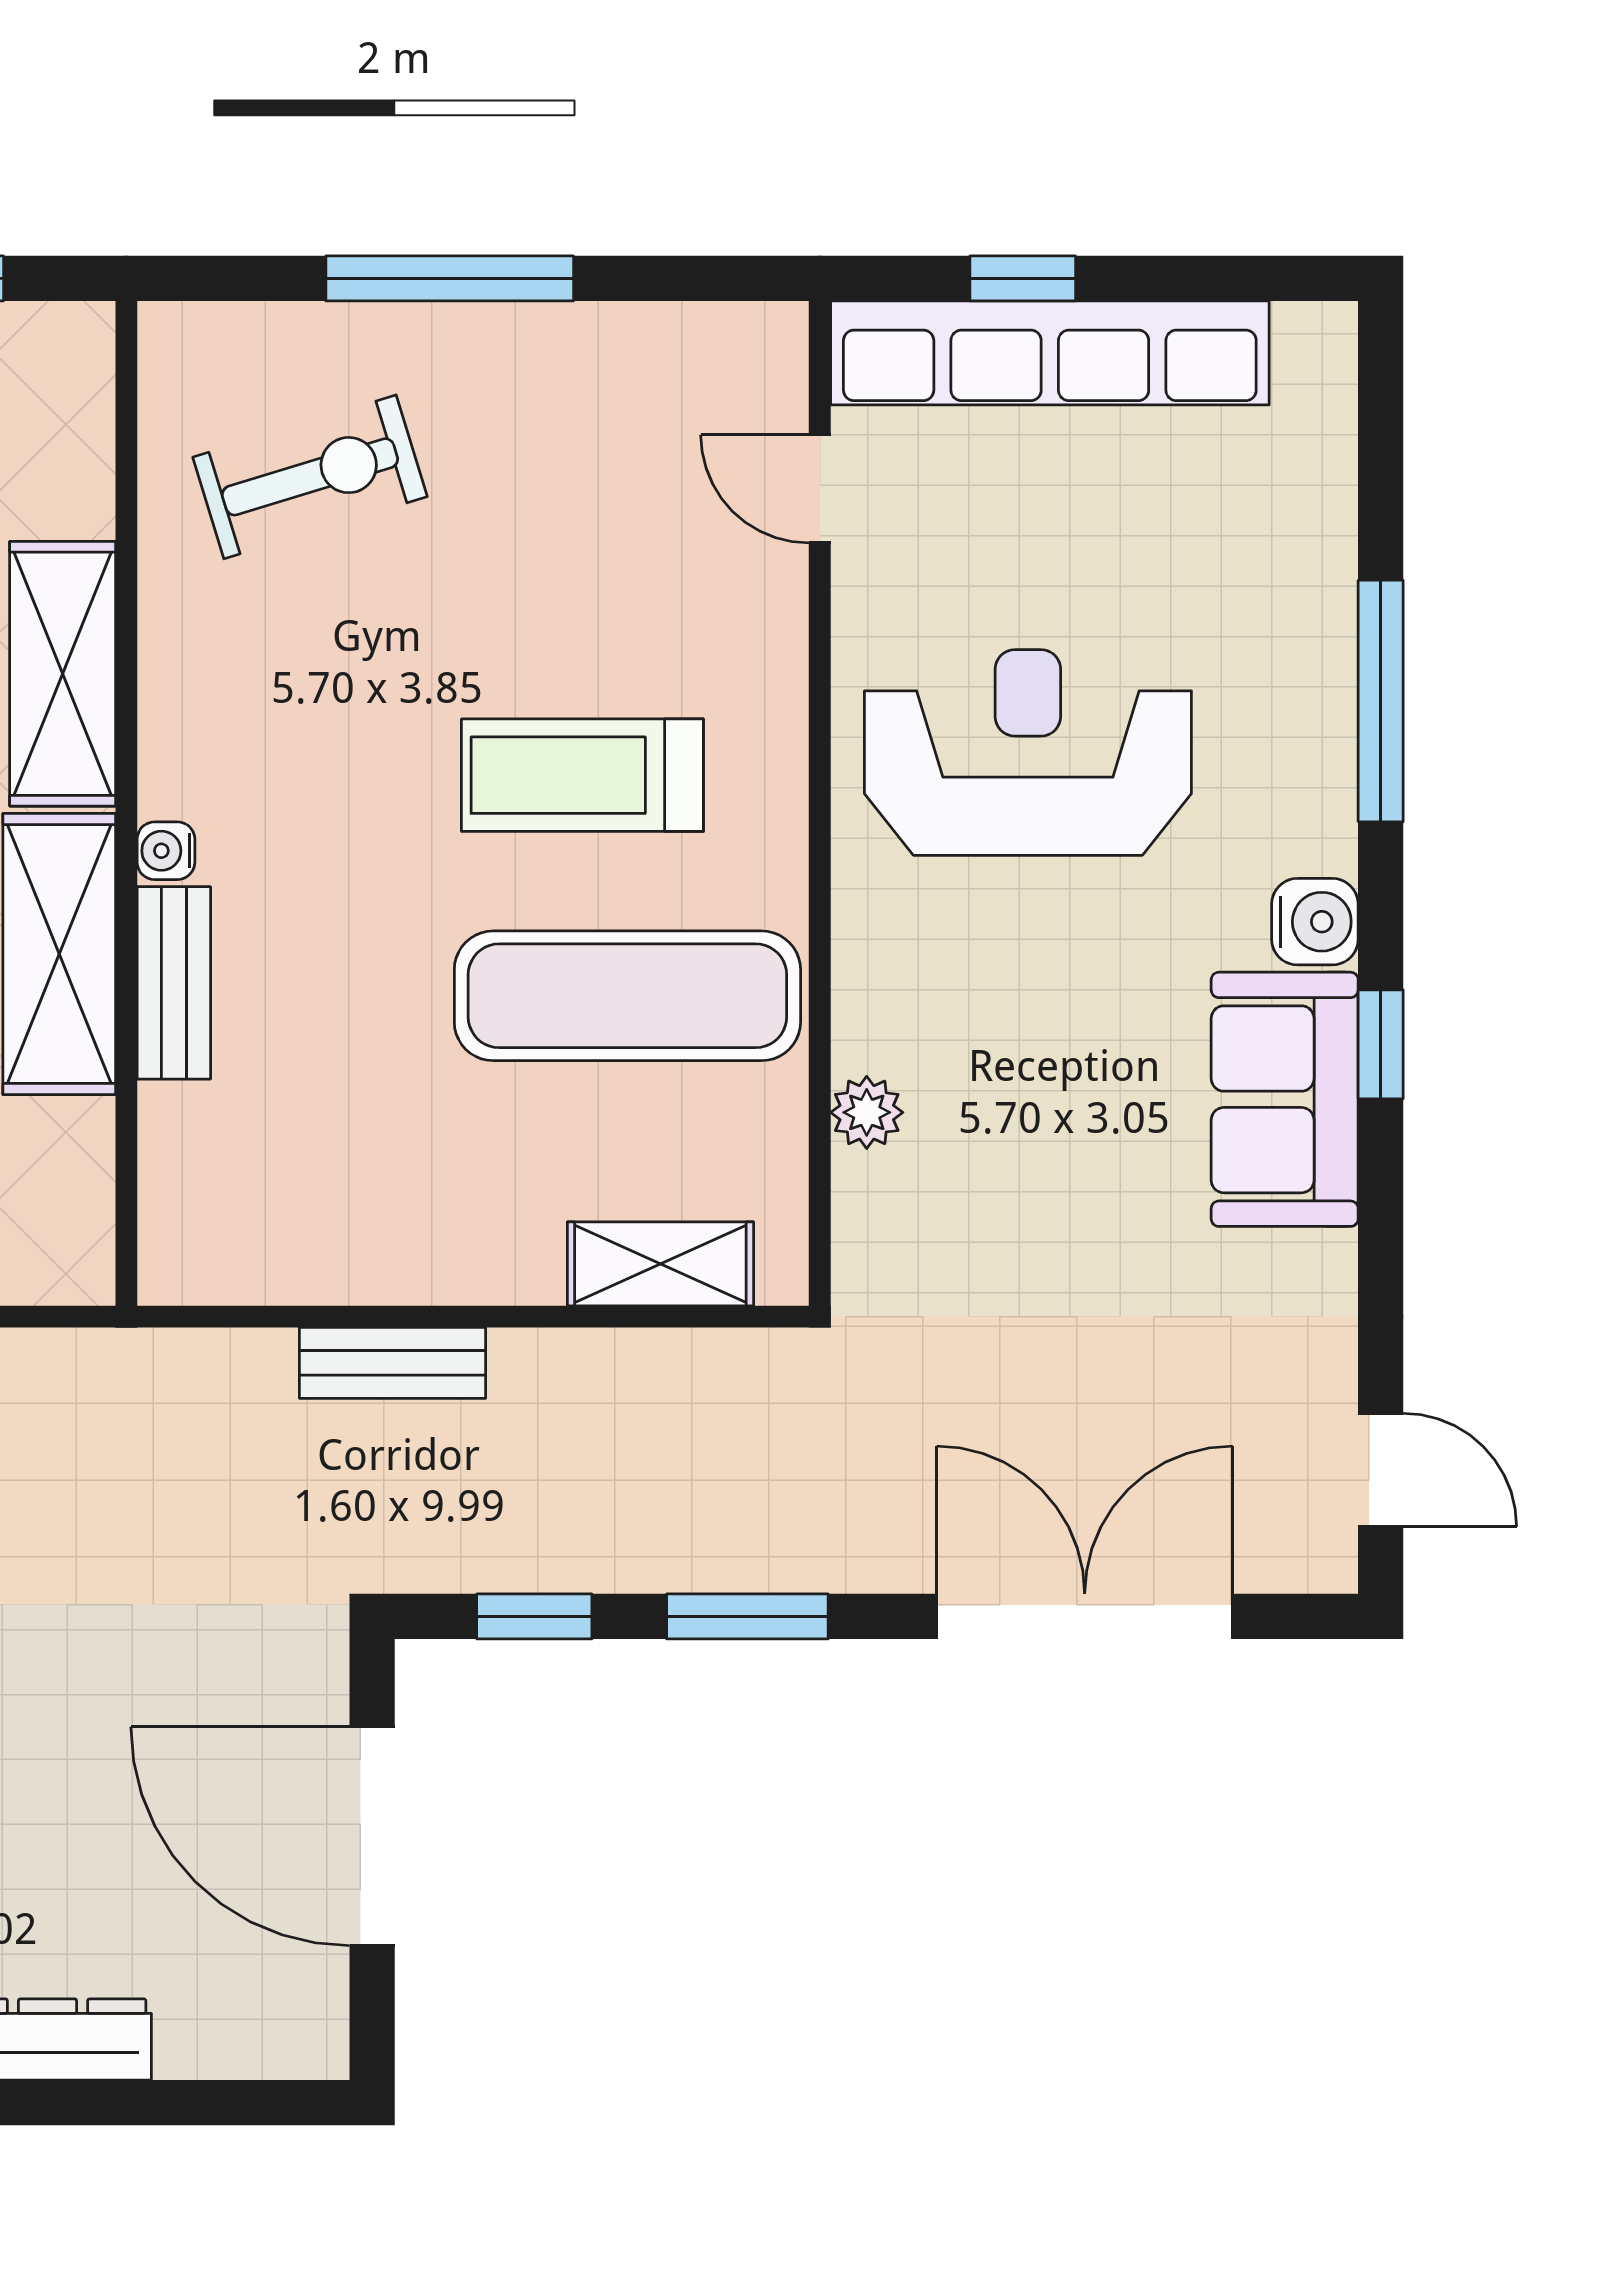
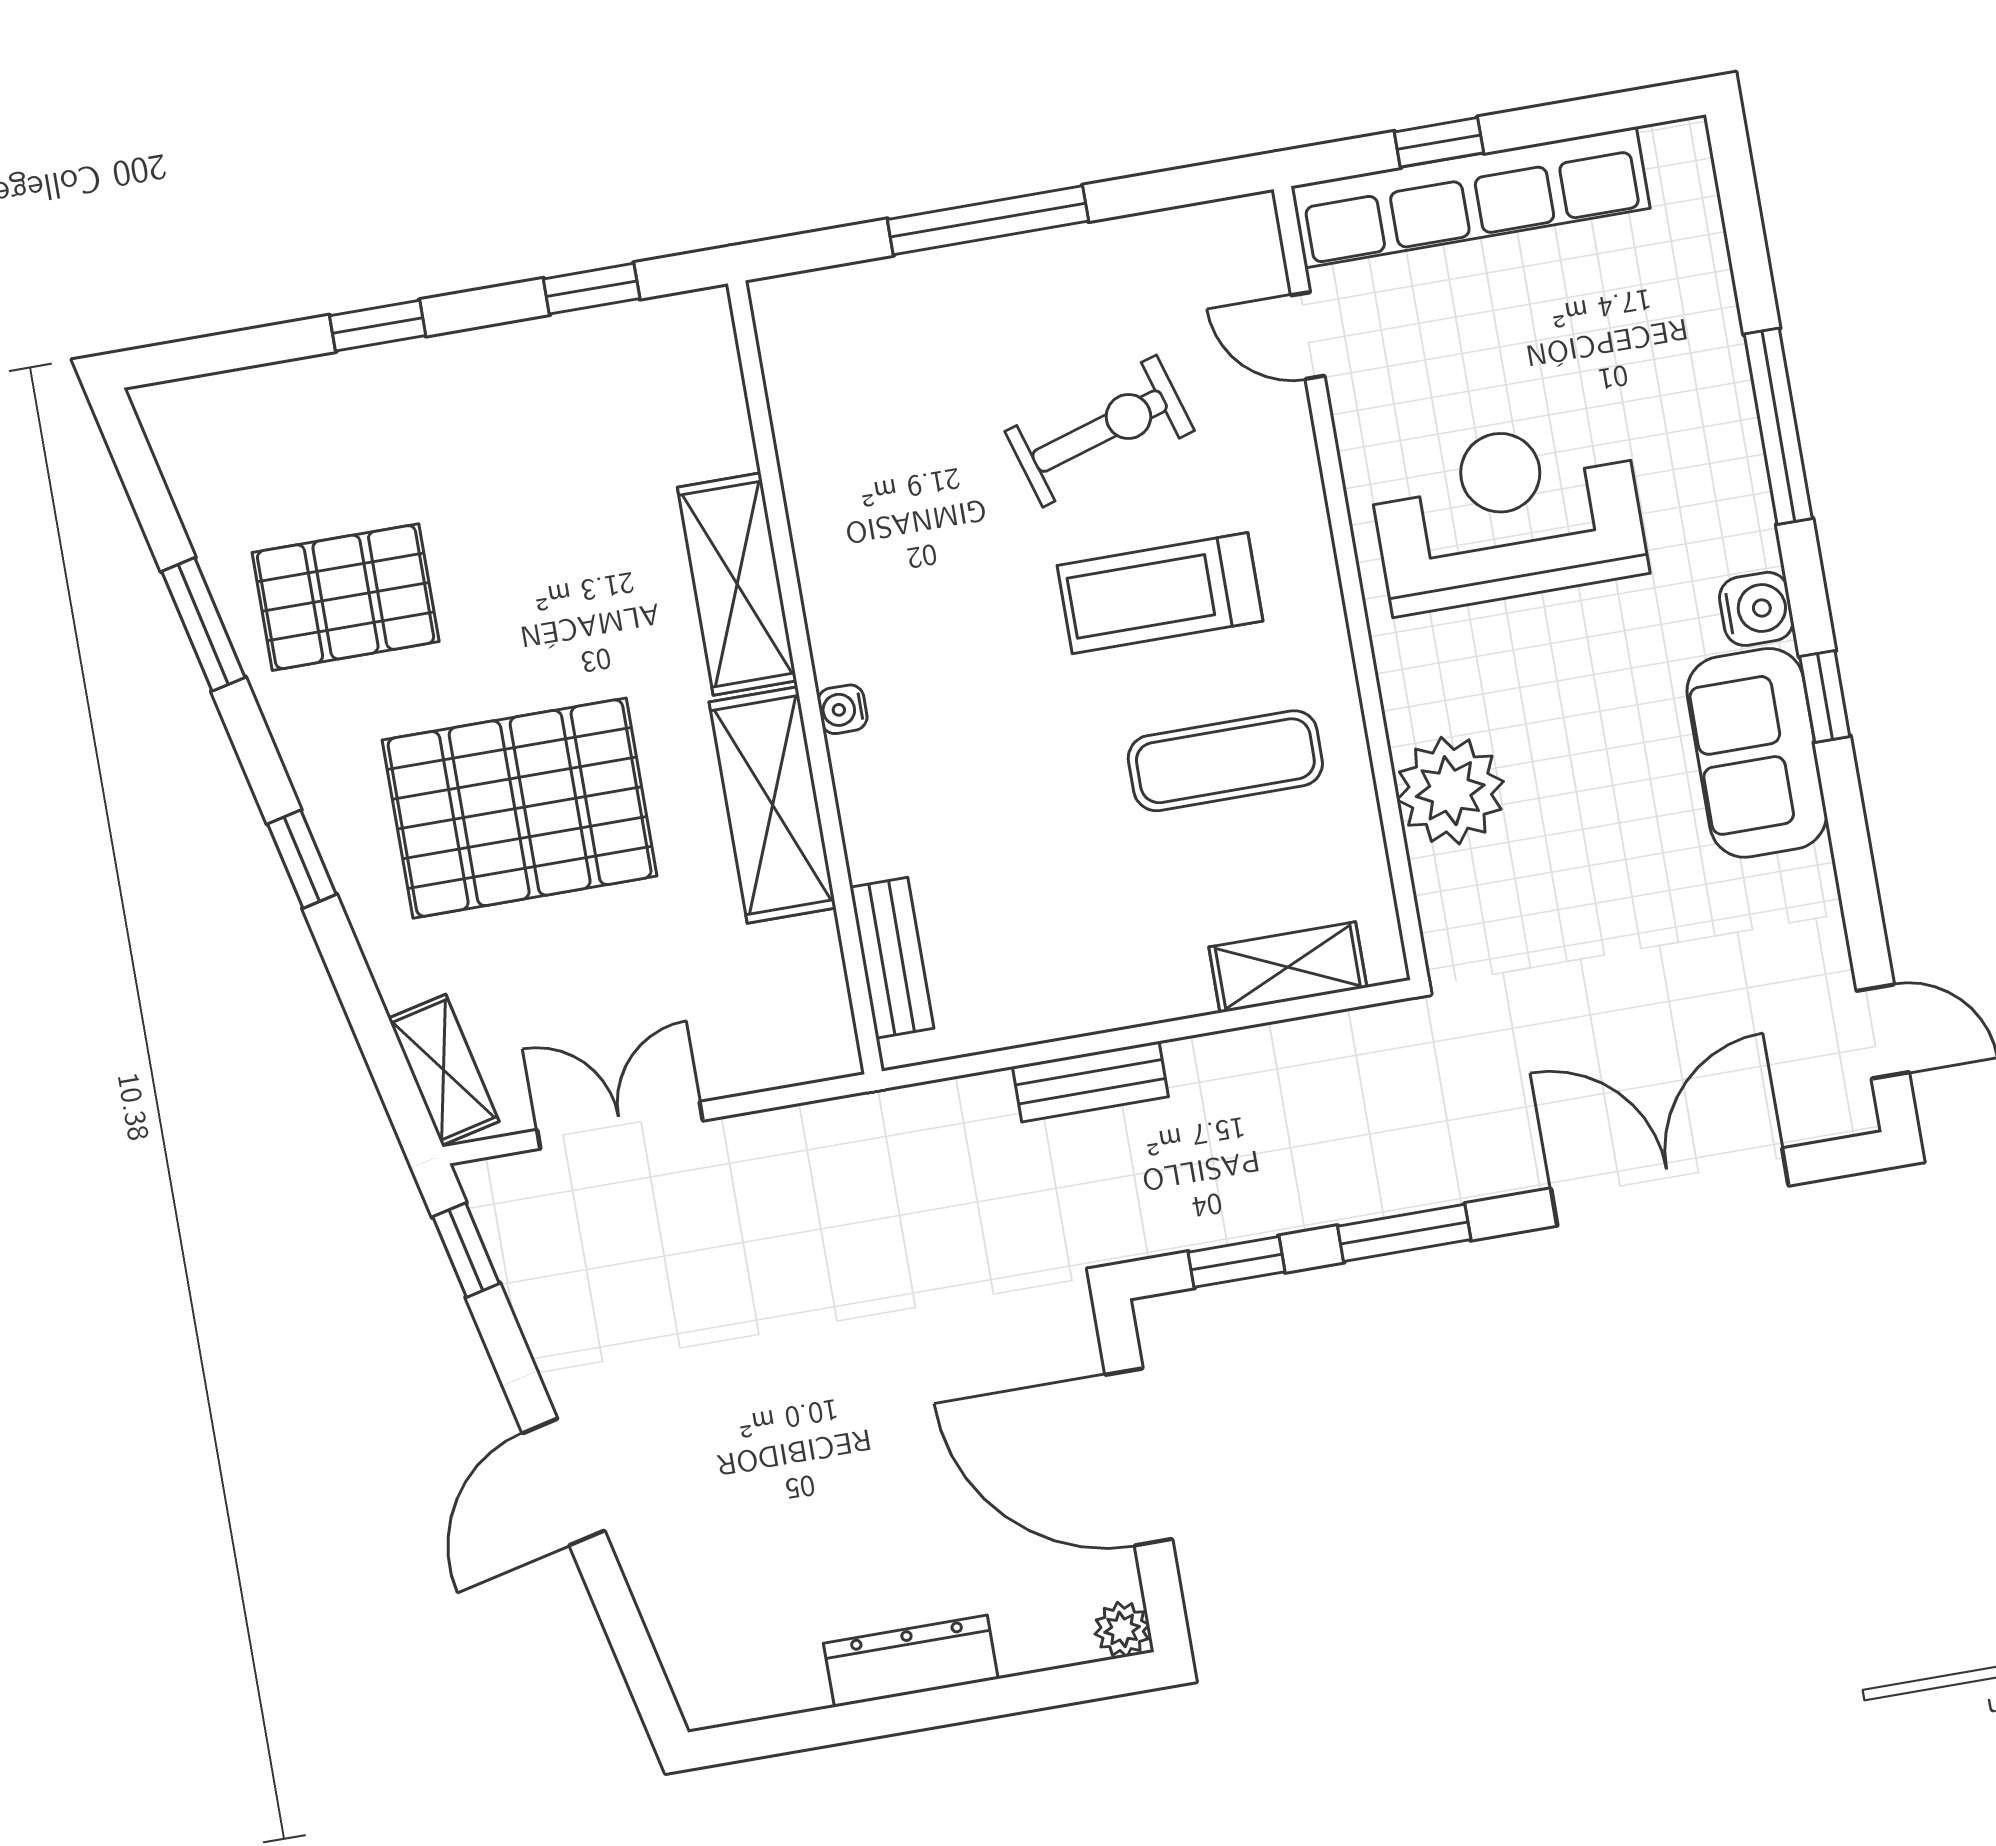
exercise bike: (310, 477) -> (1100, 431), moved
bench: (174, 983) -> (892, 958), moved
exercise mat: (627, 996) -> (1225, 761), width x0.73, depth x0.69
plant: (867, 1112) -> (1450, 791), width x1.88, depth x1.88
plant: (315, 2045) -> (1122, 1629), added

